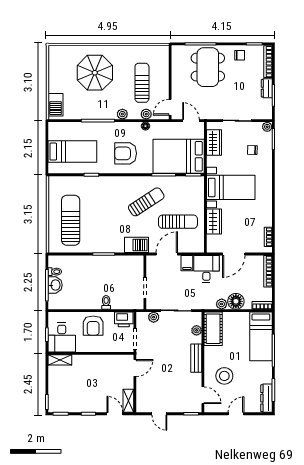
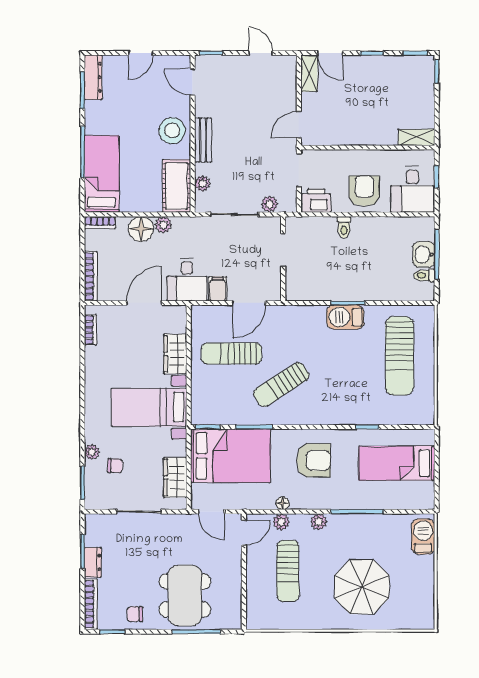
plant: (267, 127) -> (92, 452), moved
barbecue: (136, 245) -> (345, 317), moved
desk: (62, 337) -> (412, 189), moved, turned 180
stool: (224, 376) -> (172, 131), moved

